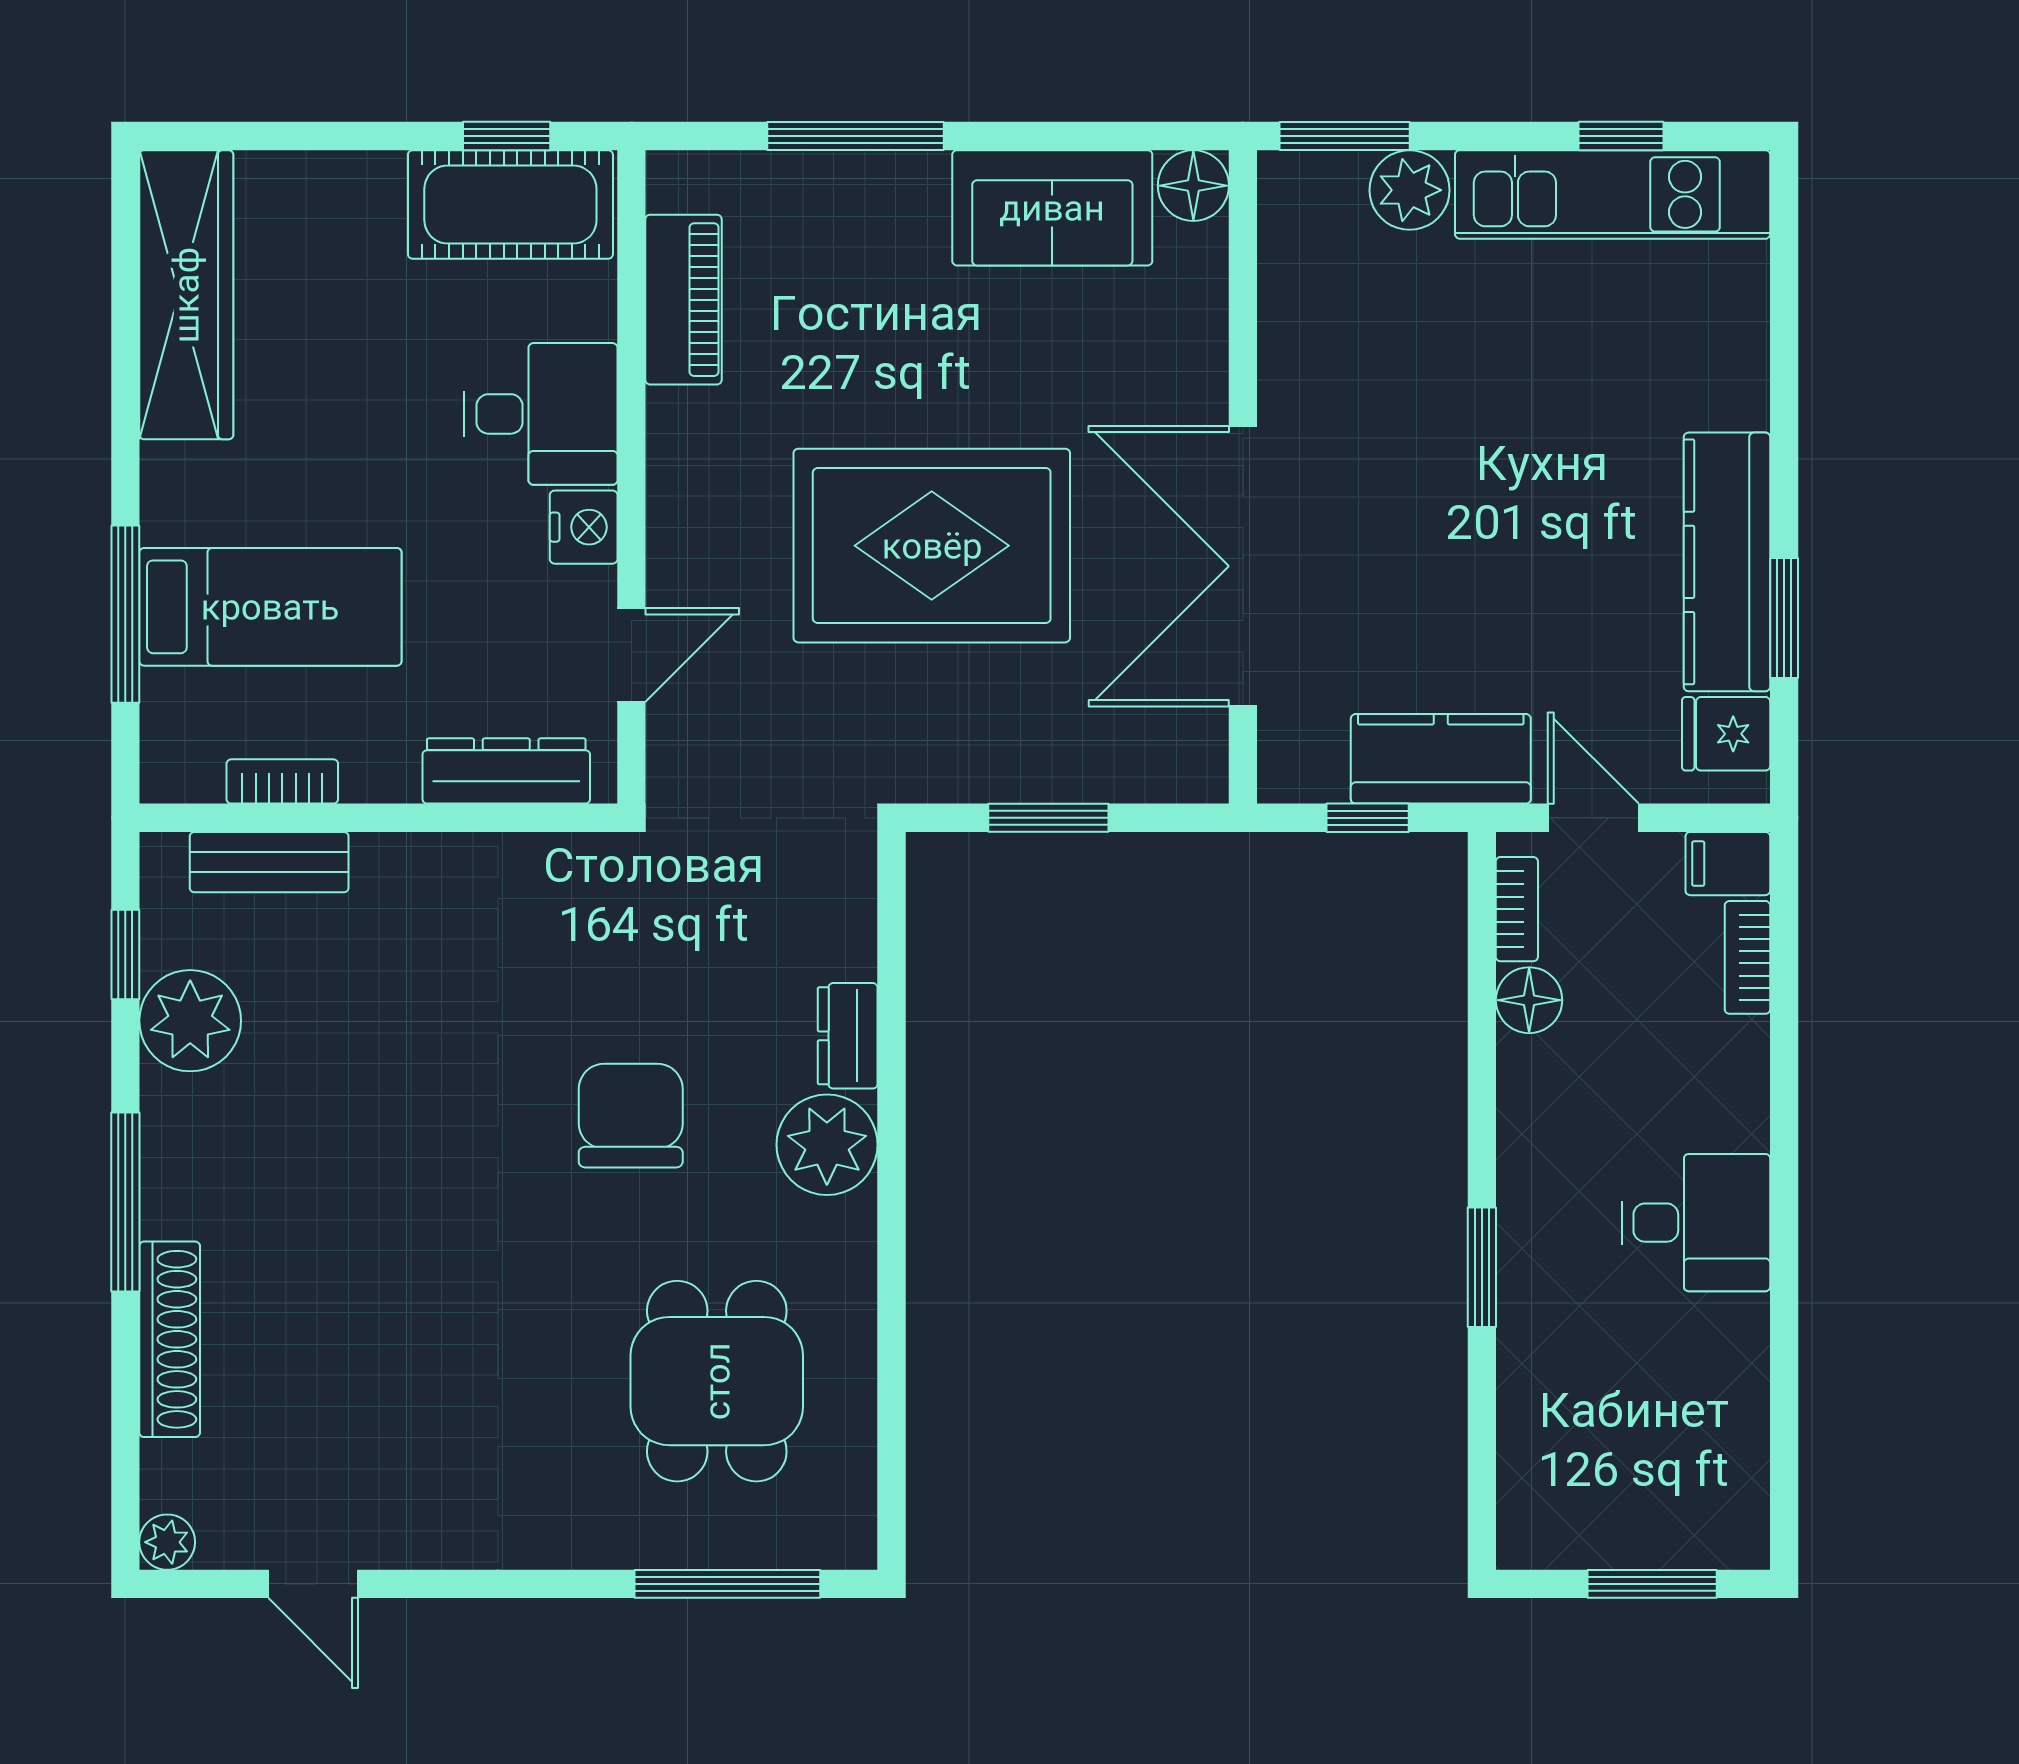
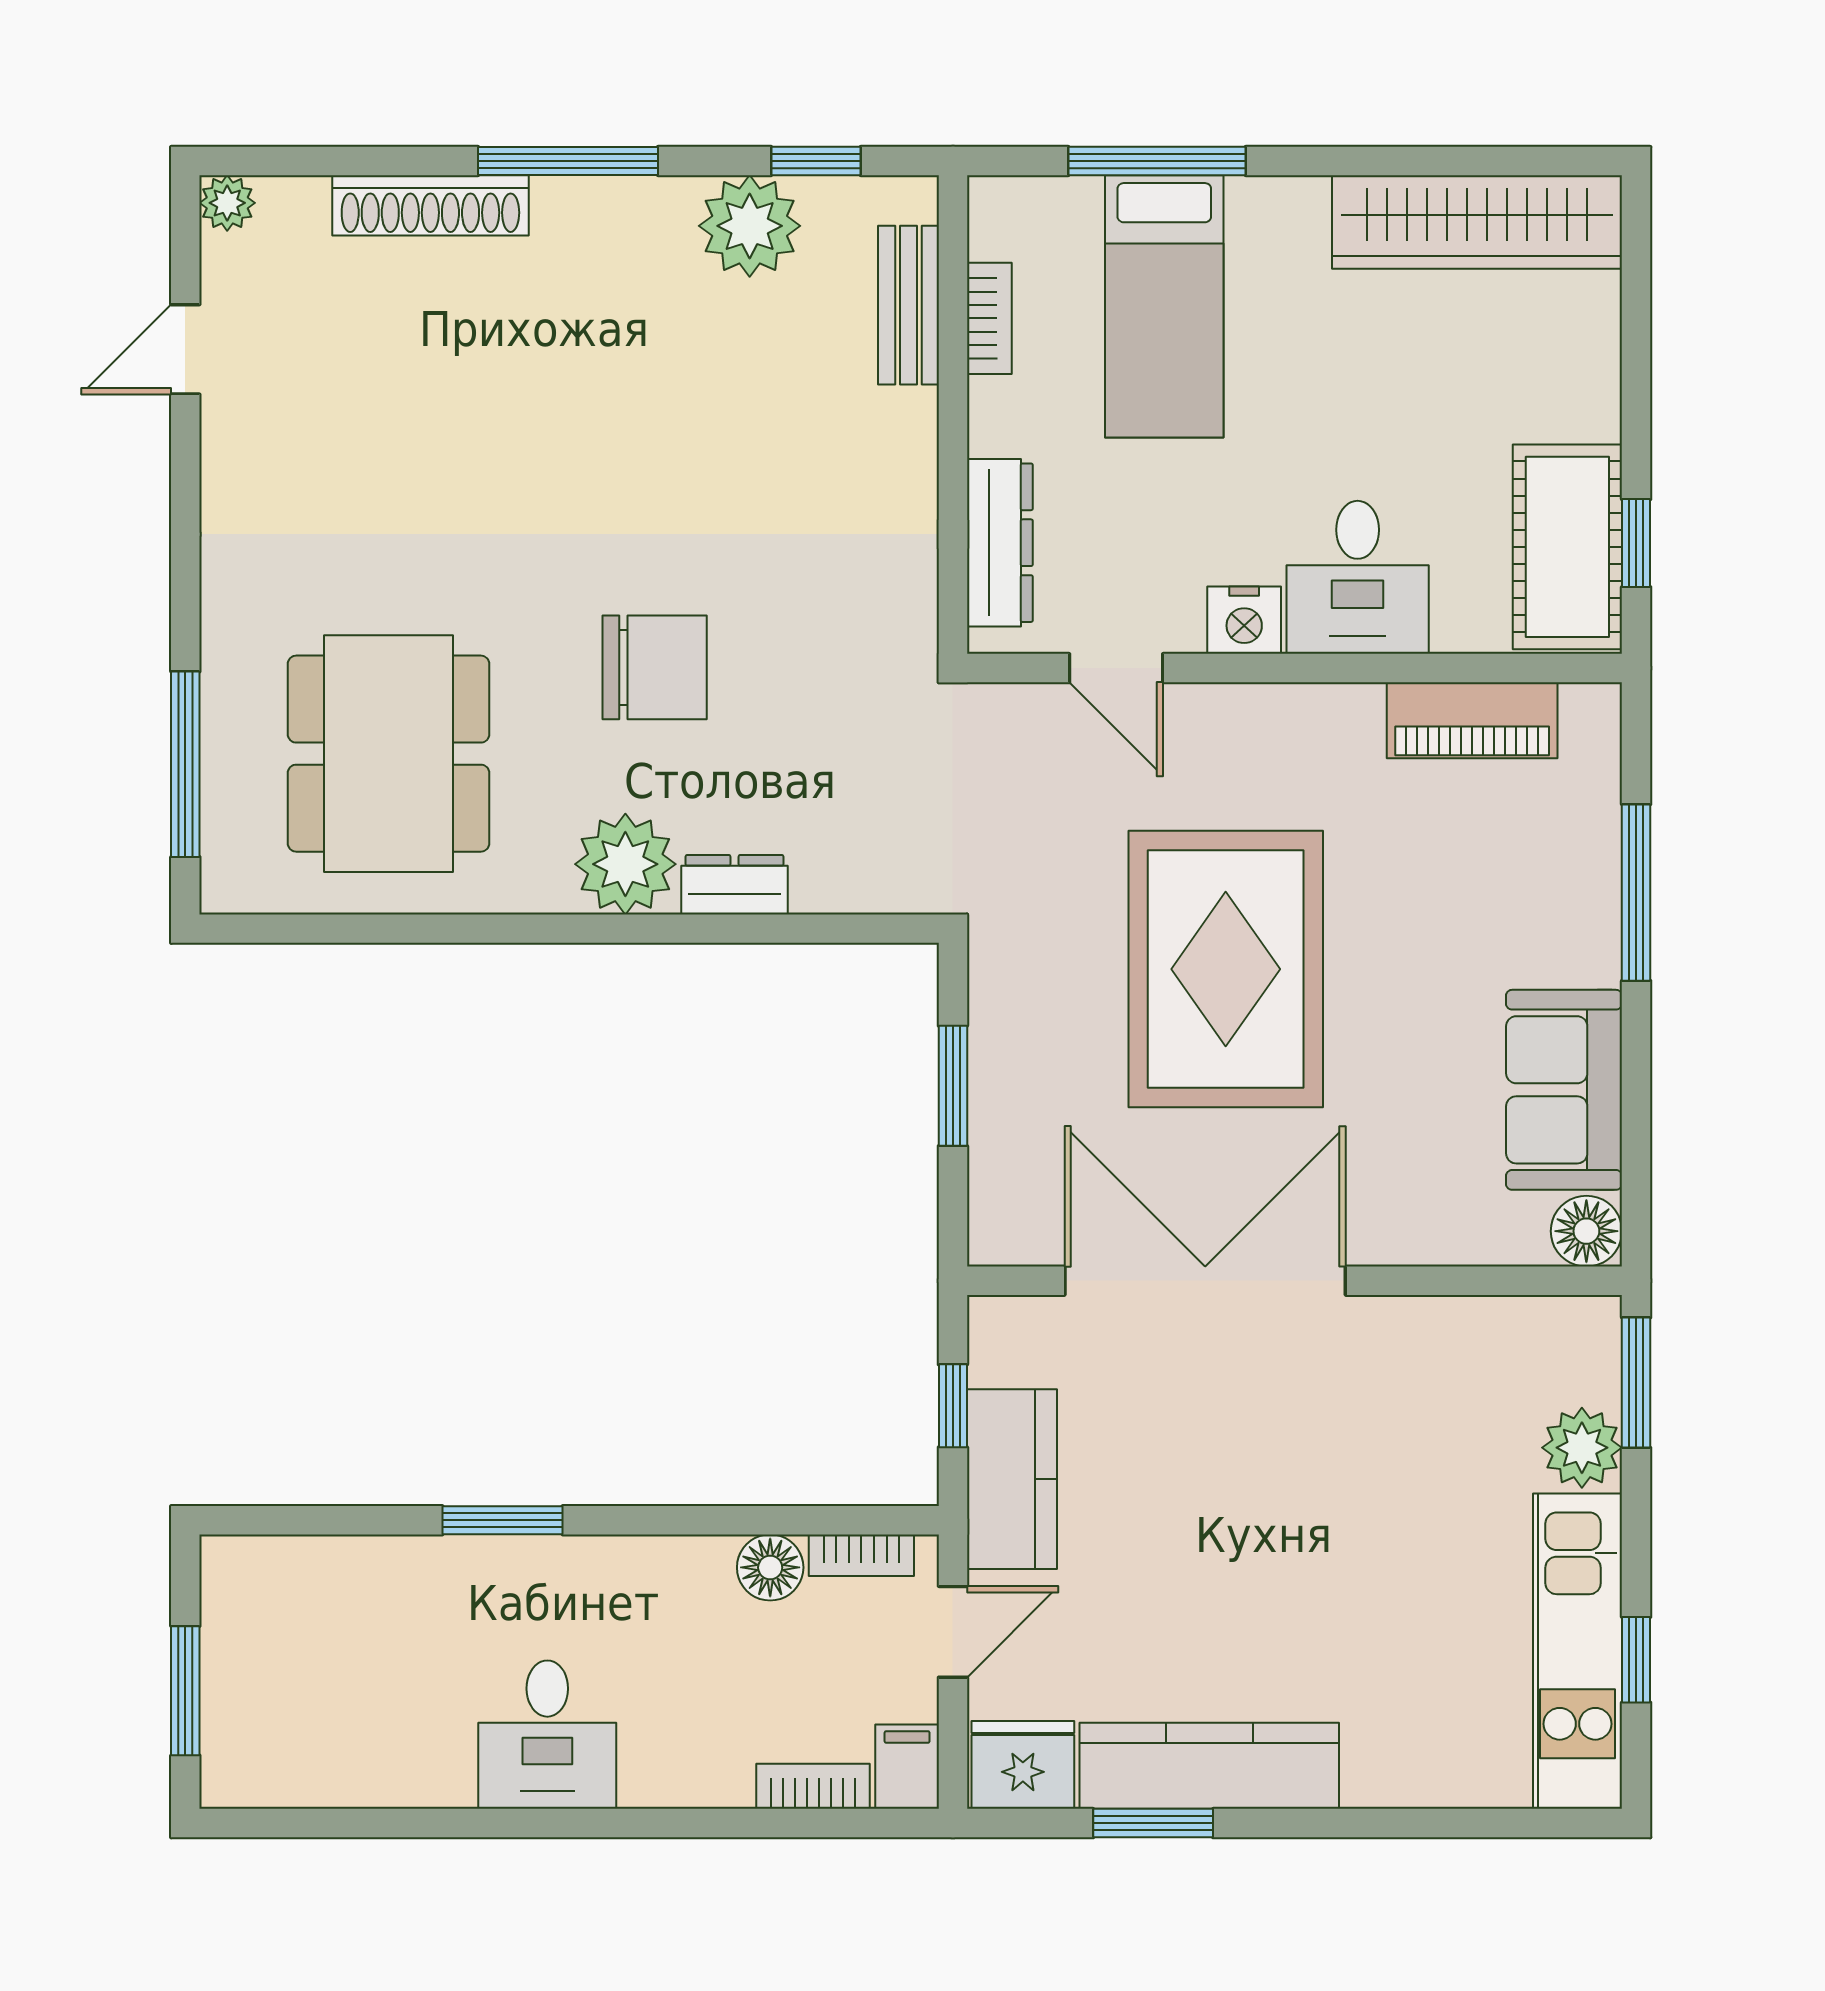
fridge: (1726, 734) -> (1023, 1765), width x1.38
dining table: (717, 1381) -> (389, 754), width x1.38

